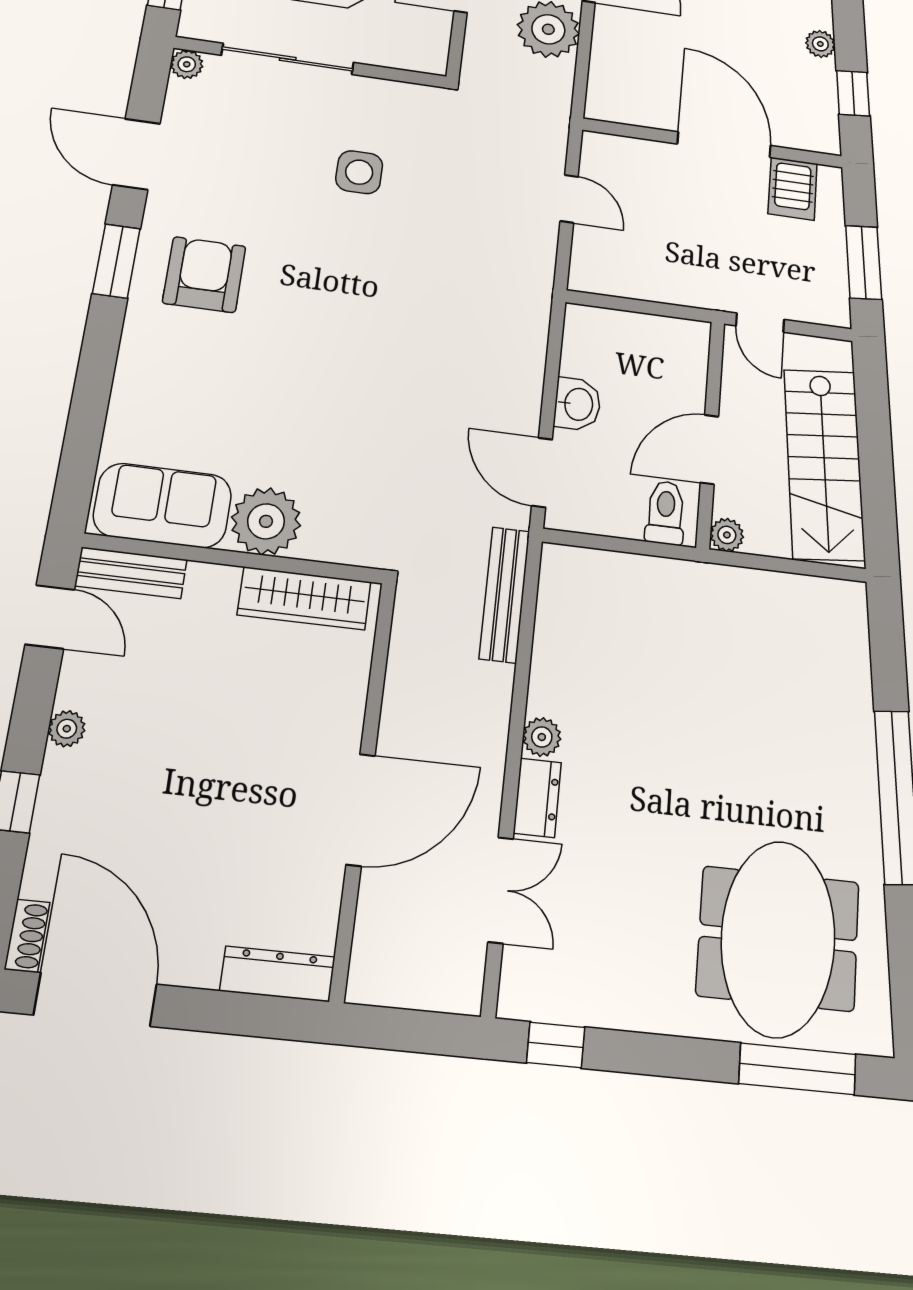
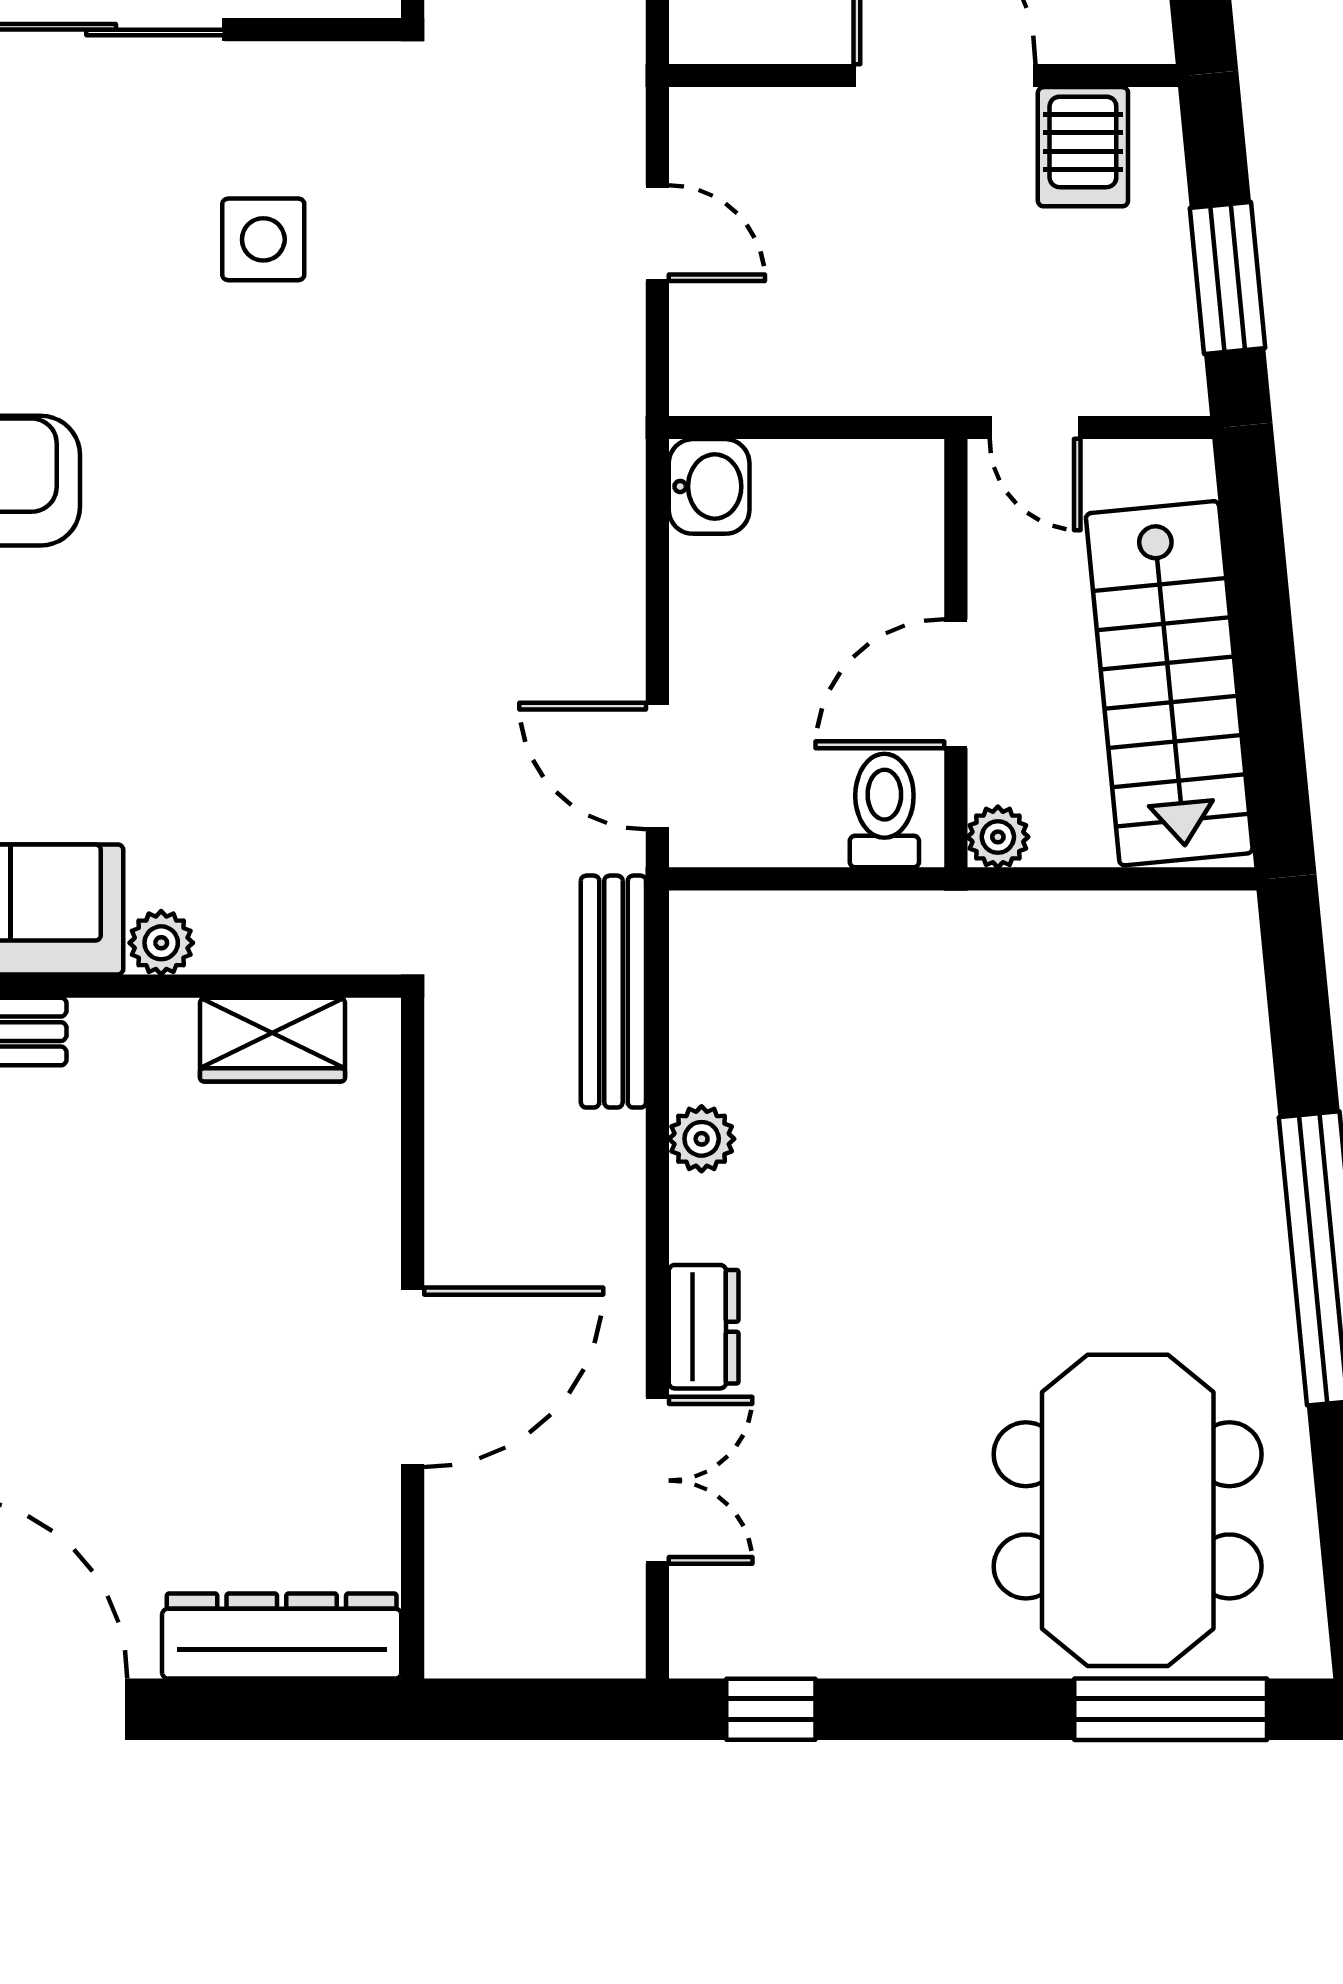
washbasin: (577, 404) -> (709, 486), moved
plant: (266, 521) -> (161, 943), width x0.53, depth x0.53
wardrobe: (304, 598) -> (273, 1040), width x0.67
plant: (542, 737) -> (702, 1139), moved
dresser: (278, 974) -> (282, 1636), width x1.37, depth x1.24

